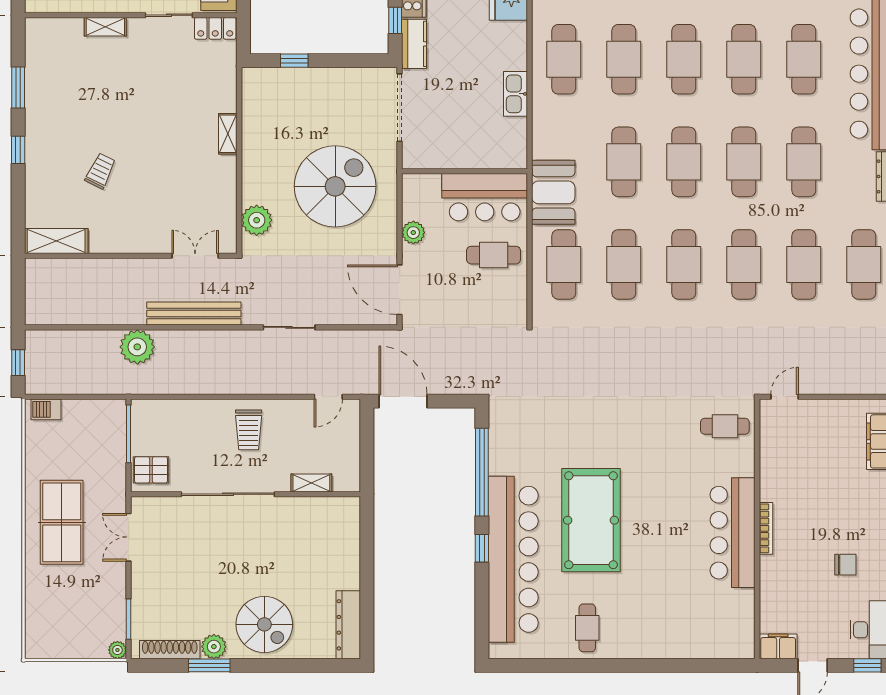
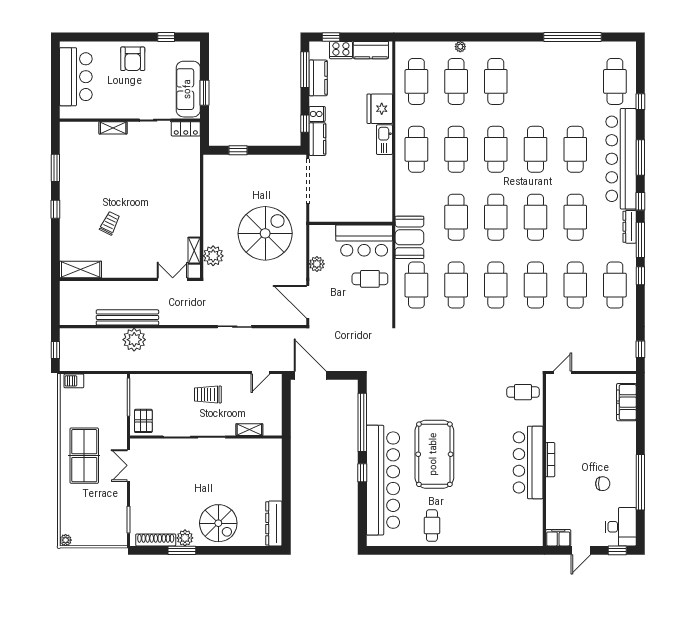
kitchen sink: (516, 94) -> (384, 140), moved
shelving: (228, 134) -> (194, 251), moved
bench: (194, 313) -> (127, 317), moved
trolley: (249, 430) -> (208, 394), turned 90
pallet: (151, 470) -> (143, 421), turned 90
plant: (117, 650) -> (66, 540), moved

